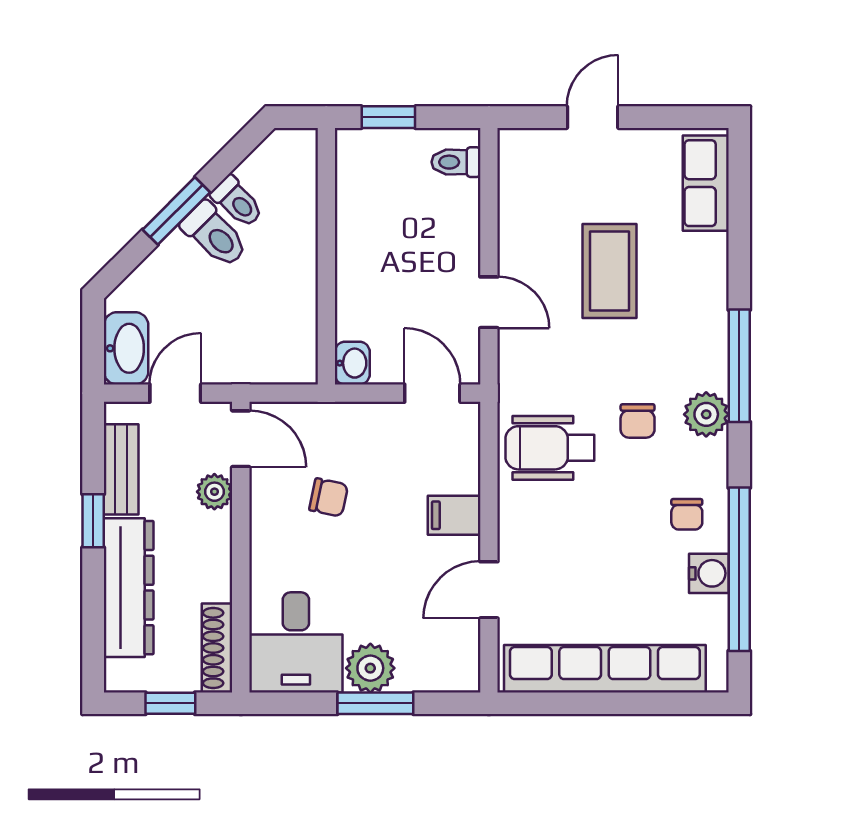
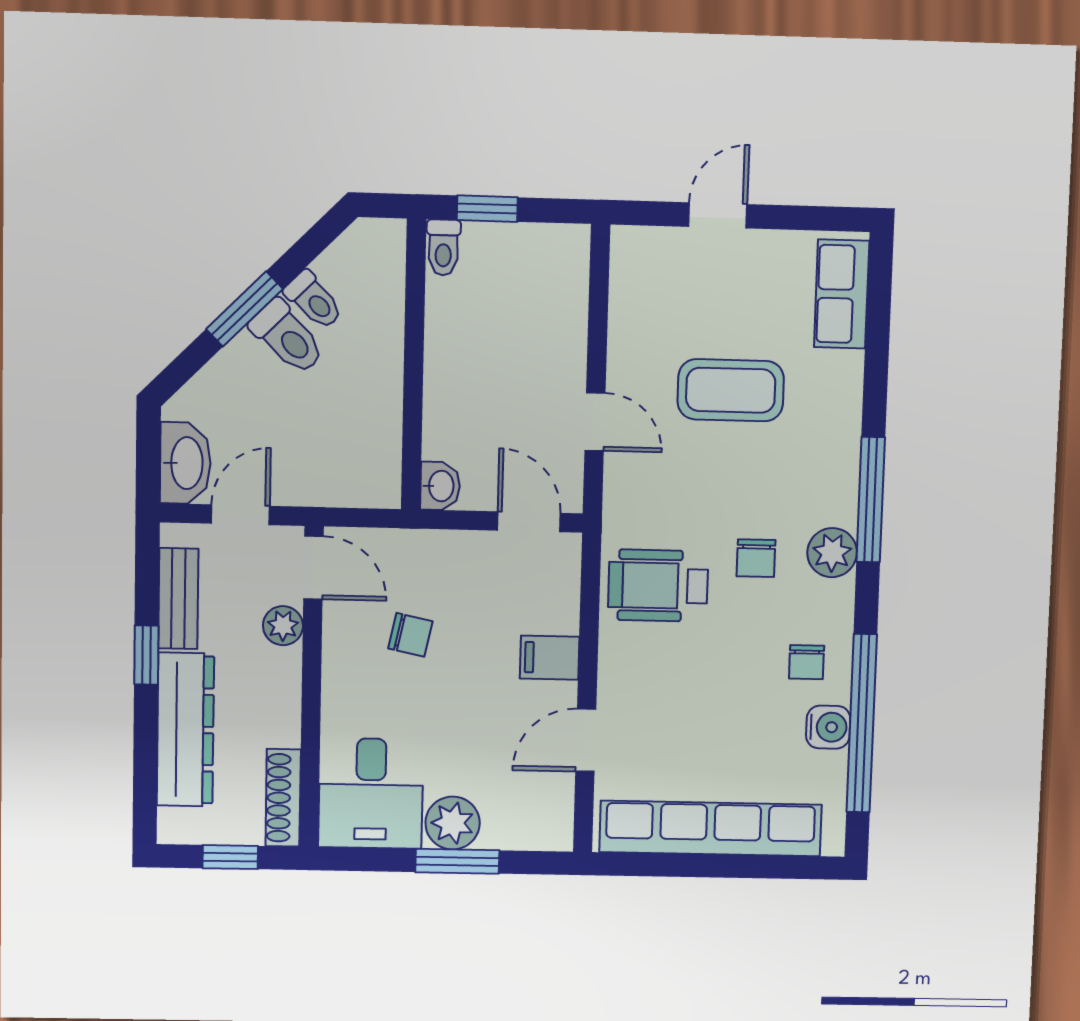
toilet: (456, 162) -> (443, 248), moved, turned -90
coffee table: (609, 271) -> (731, 390), turned 90

